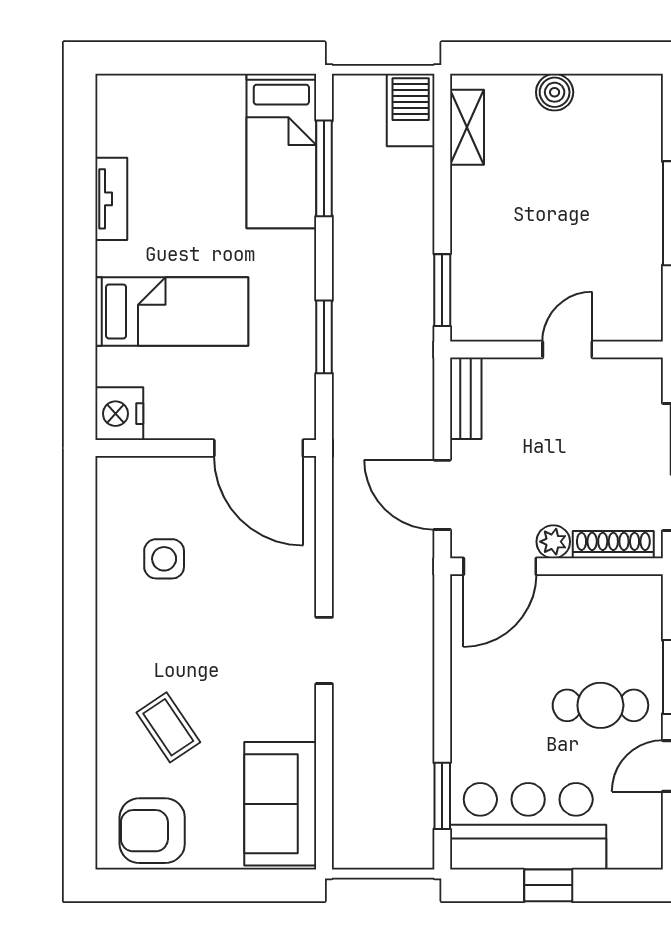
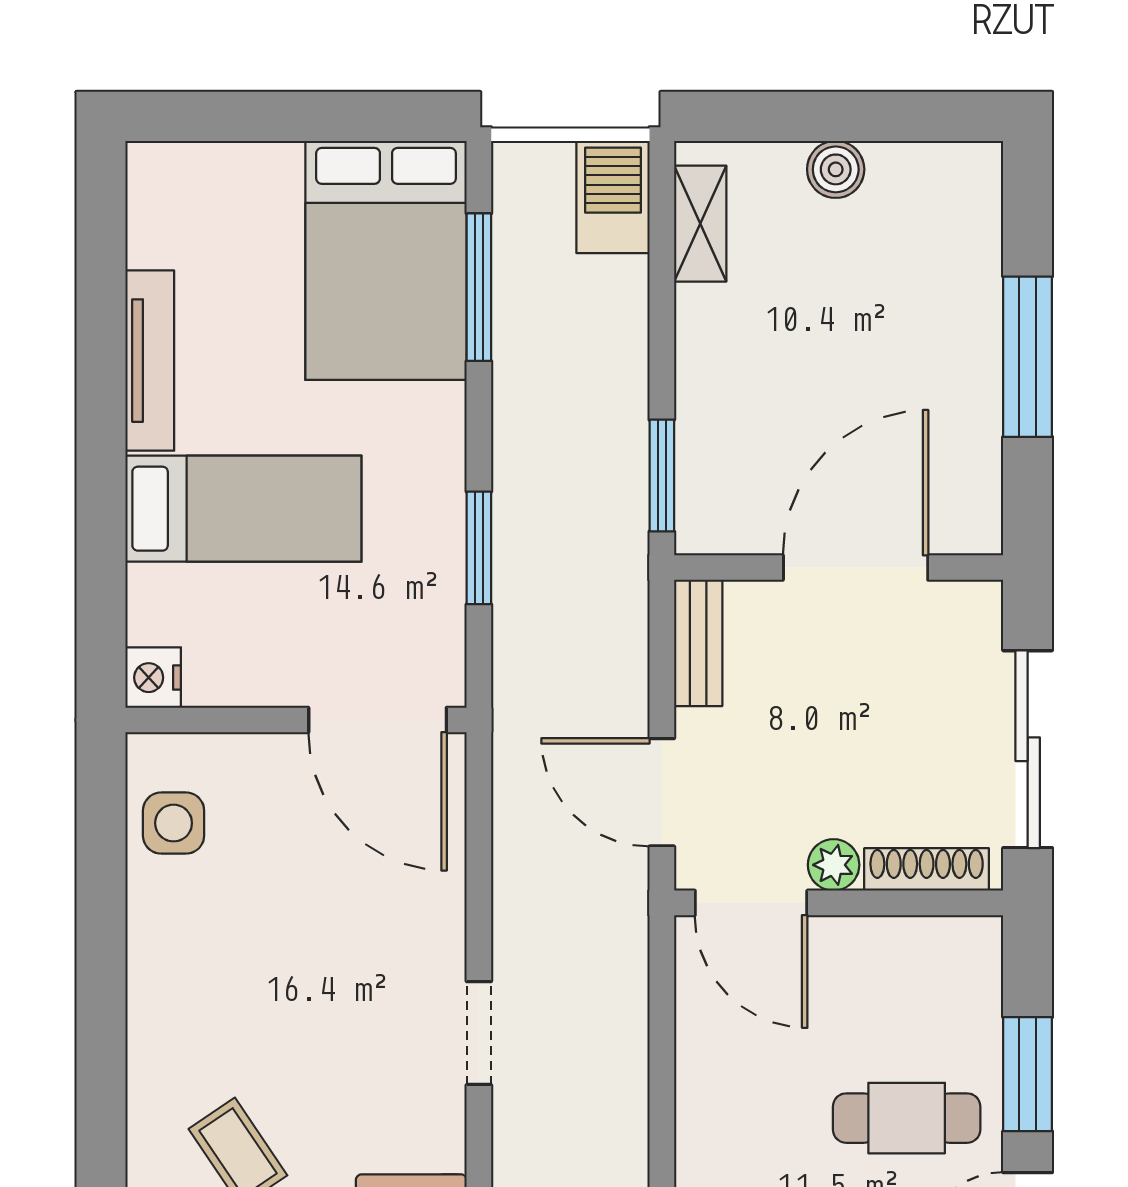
bed: (281, 151) -> (386, 260), width x1.50
tv unit: (111, 199) -> (150, 361), width x1.41
door: (567, 350) -> (856, 568), width x1.88
nightstand: (119, 414) -> (153, 678), width x0.74, depth x0.75
side table: (164, 559) -> (174, 823), moved
door: (500, 566) -> (751, 903), hinge flipped

